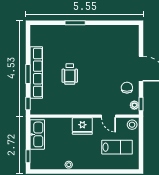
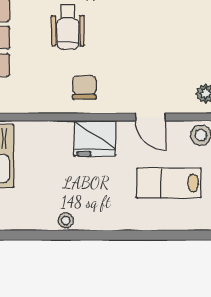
chair: (127, 88) -> (84, 87), moved
lab bench: (117, 147) -> (169, 183), turned 180

